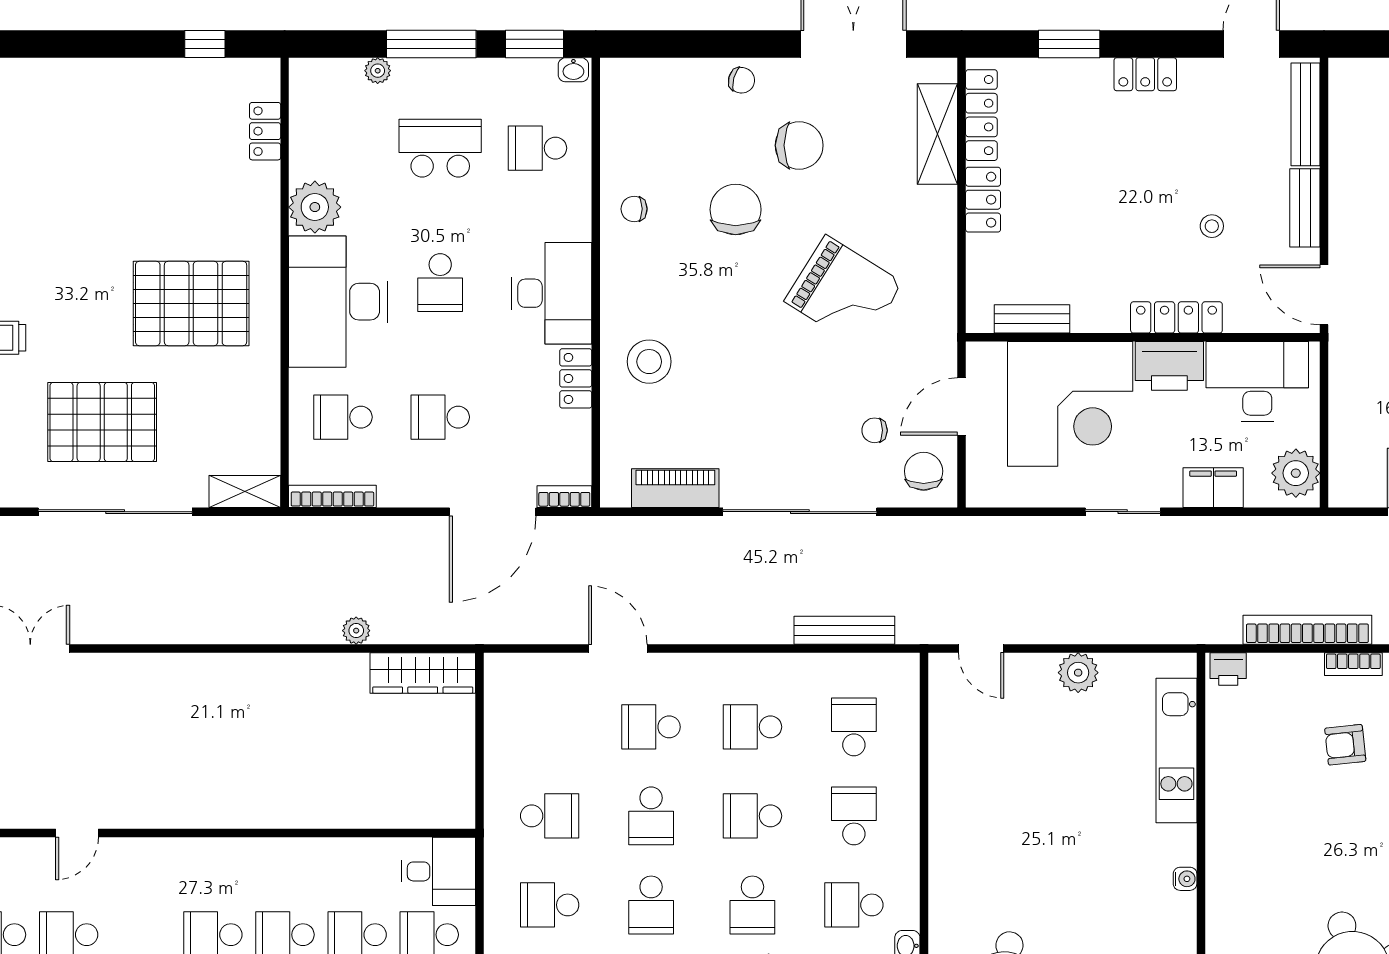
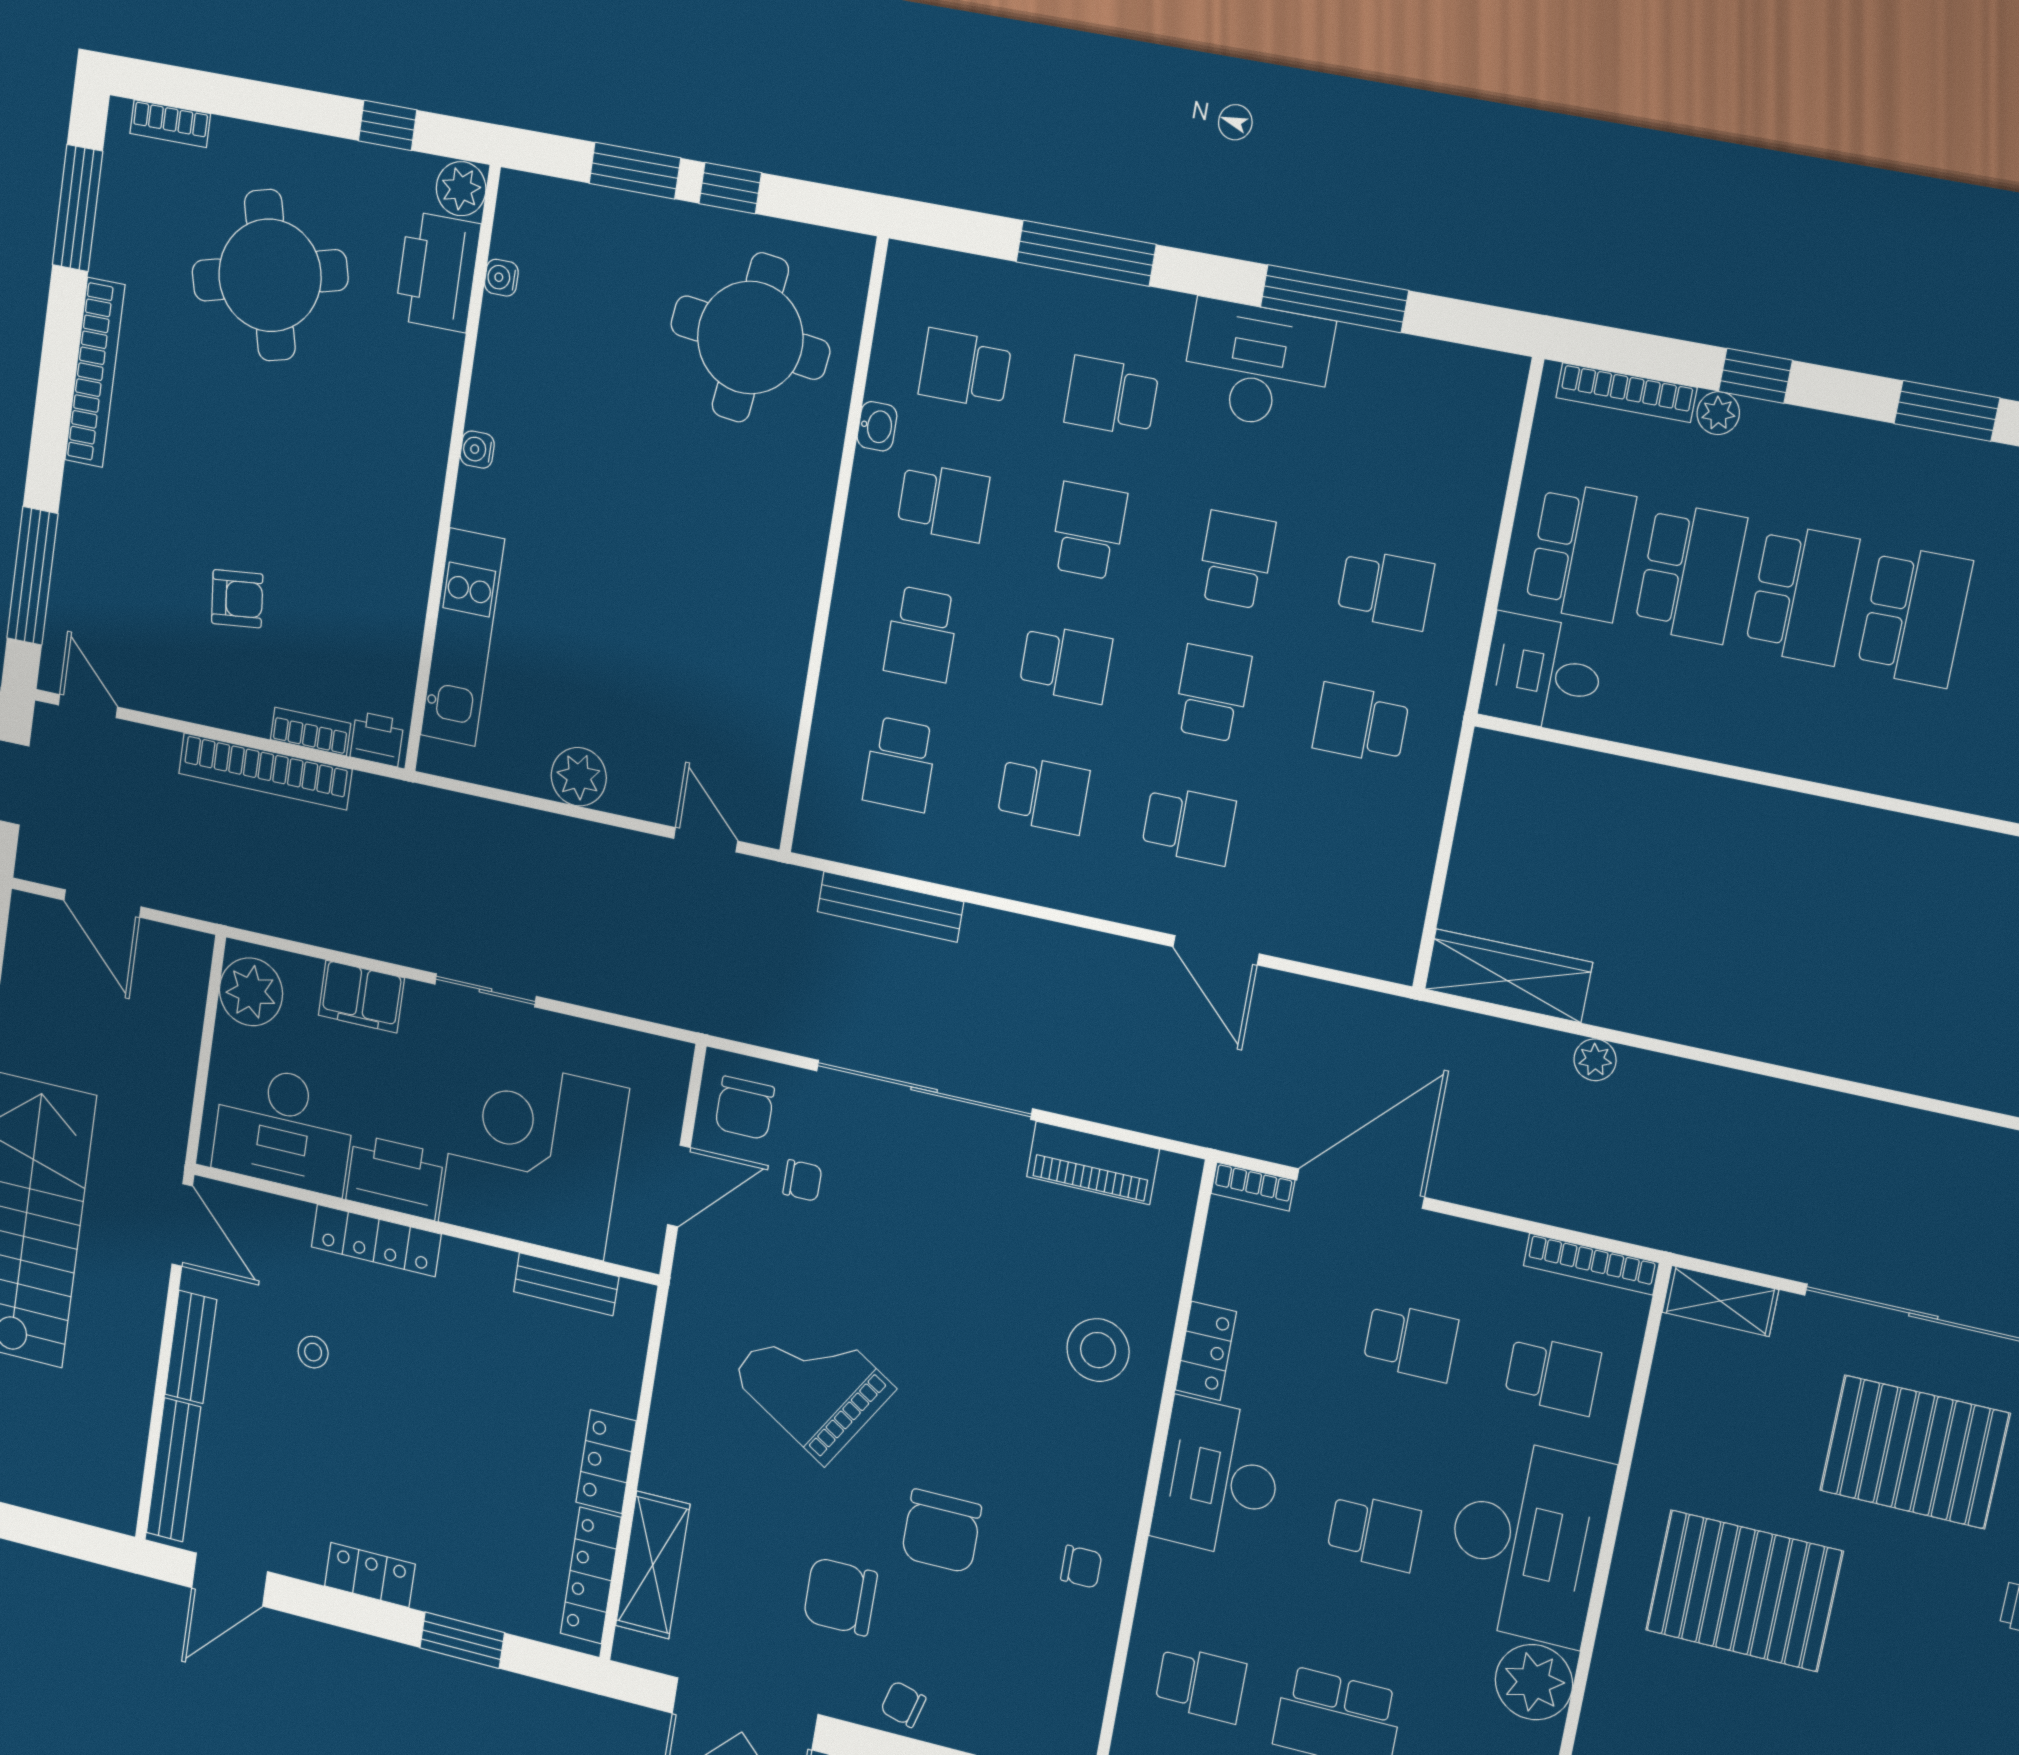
school desk: (440, 283) -> (1374, 1532), turned 90
bookcase: (1353, 664) -> (311, 732), moved

